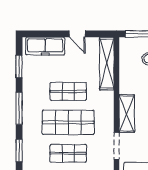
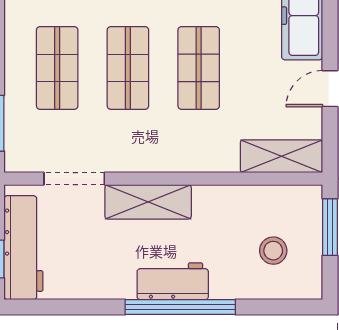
shelving: (107, 64) -> (281, 156), width x0.68
shop shelf: (68, 122) -> (128, 68), width x0.70, depth x0.74

